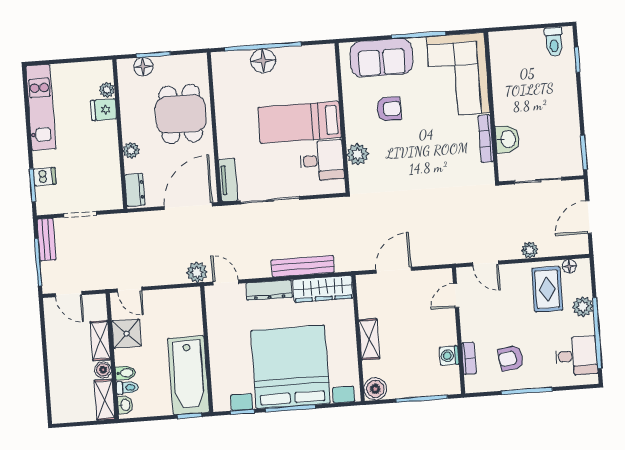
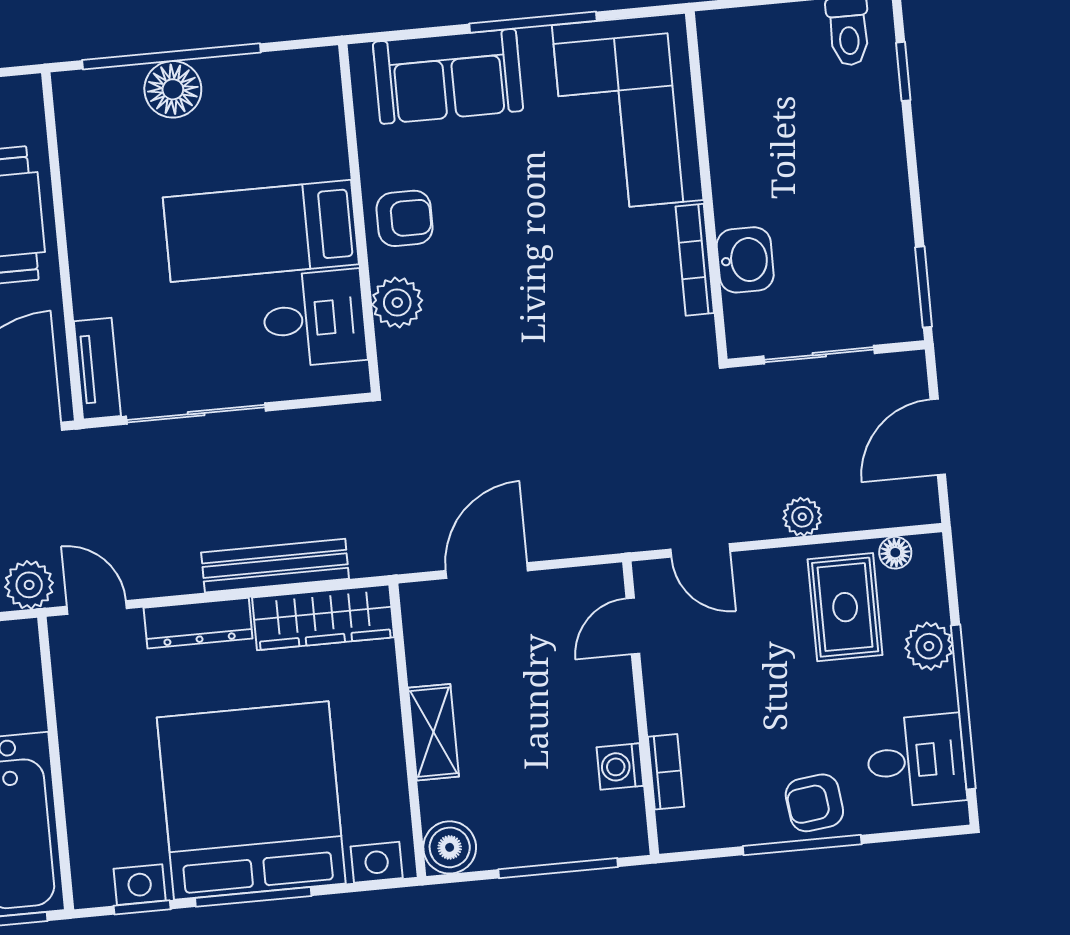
armchair: (389, 109) -> (405, 218), moved
armchair: (511, 358) -> (814, 803), moved

